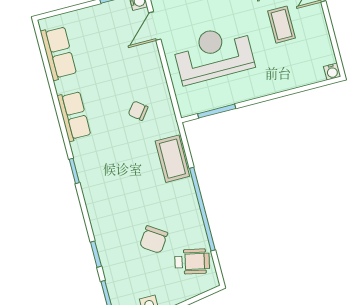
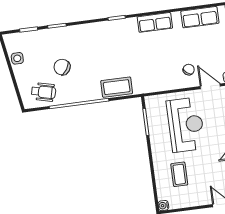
coffee table: (282, 25) -> (179, 174), moved, turned 90
chair: (138, 111) -> (189, 70), moved
wheelchair: (192, 262) -> (43, 92), turned -88

